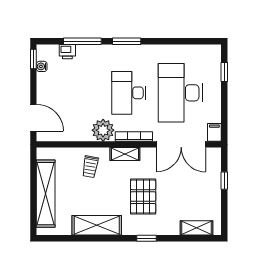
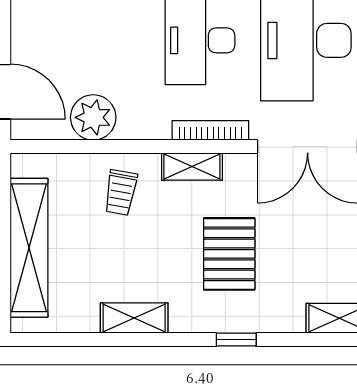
plant: (103, 130) -> (93, 117), moved
shelving: (97, 225) -> (134, 318), width x0.67, depth x0.75

